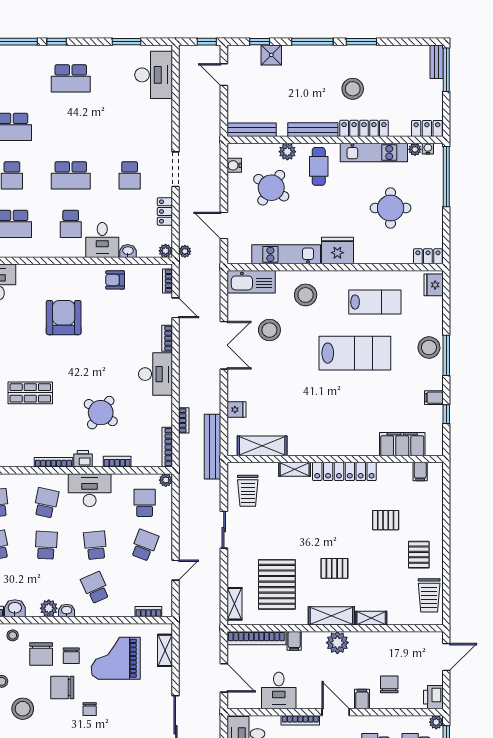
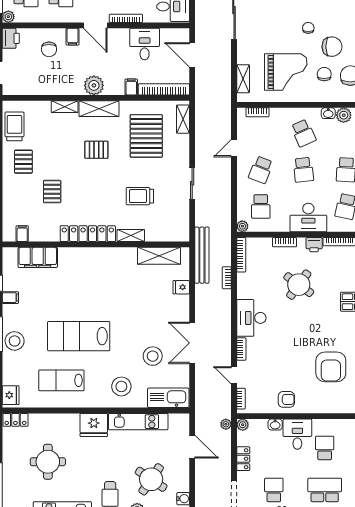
trolley: (248, 491) -> (140, 196), moved, turned -90
pallet: (386, 520) -> (52, 192), turned 90

